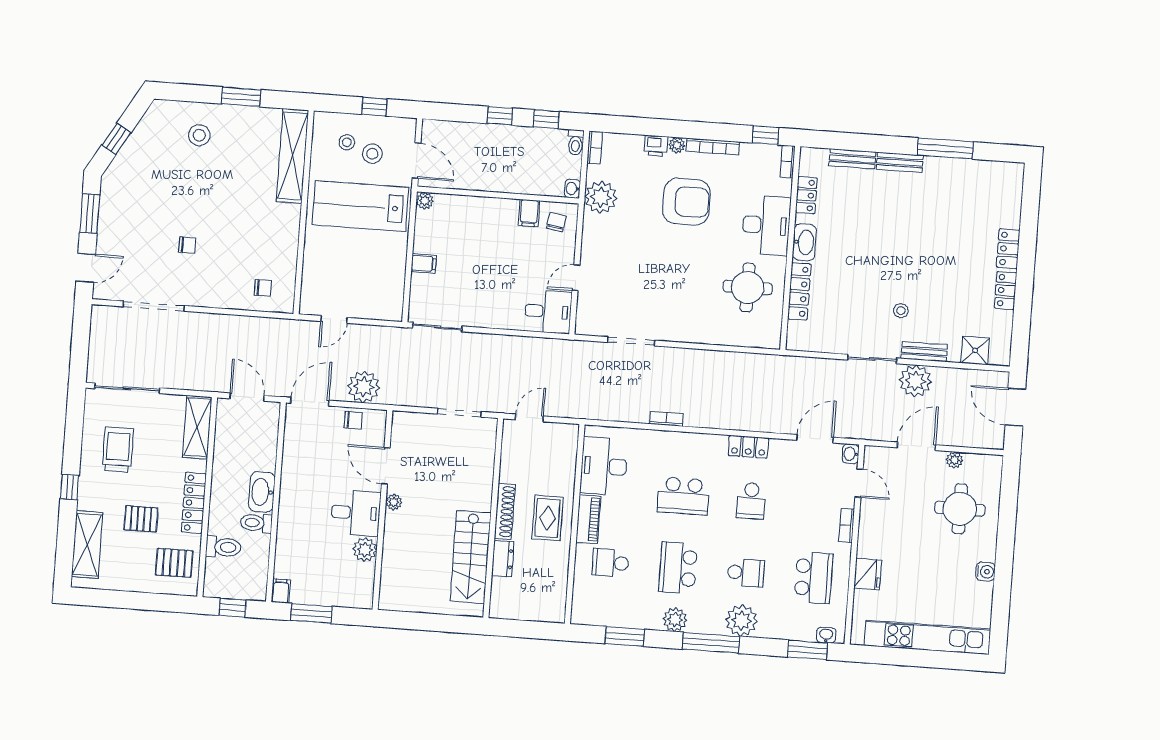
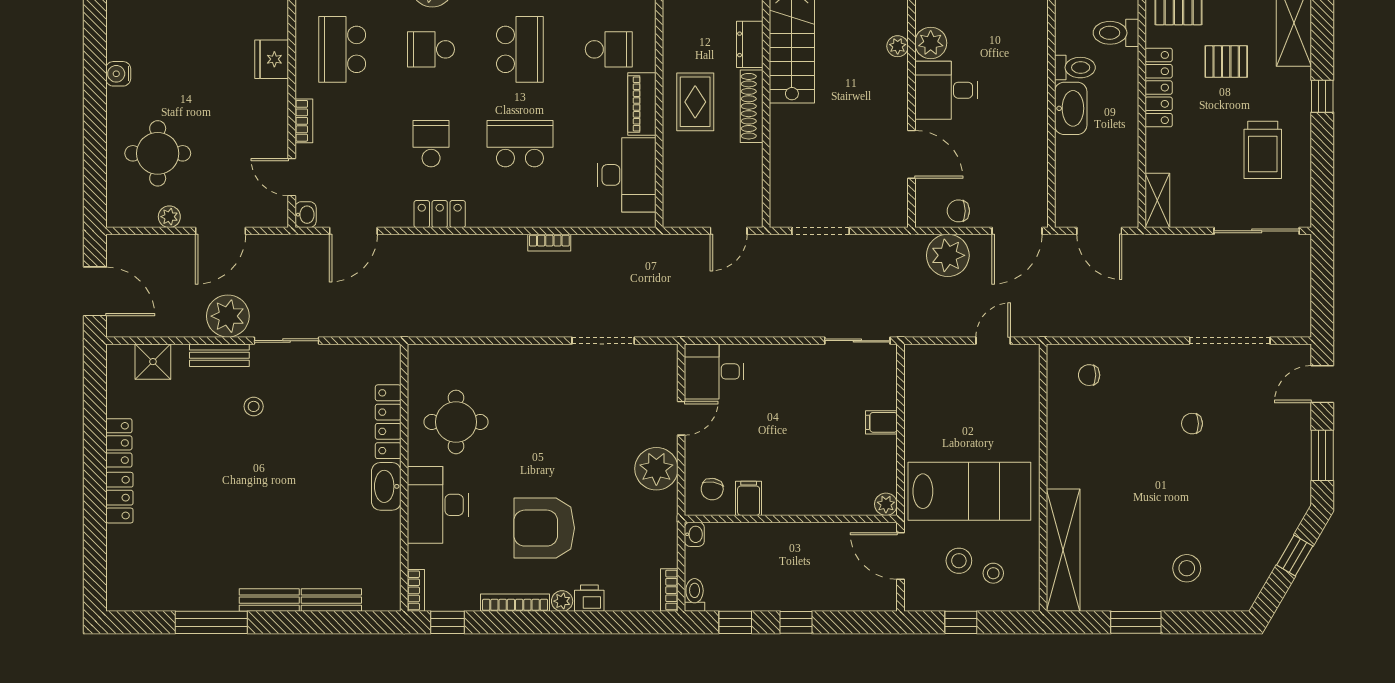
locker: (806, 195) -> (388, 548), removed
plant: (601, 197) -> (656, 469), moved
shelving: (197, 427) -> (1157, 200), width x0.67, depth x0.75
plant: (394, 502) -> (898, 46), moved

